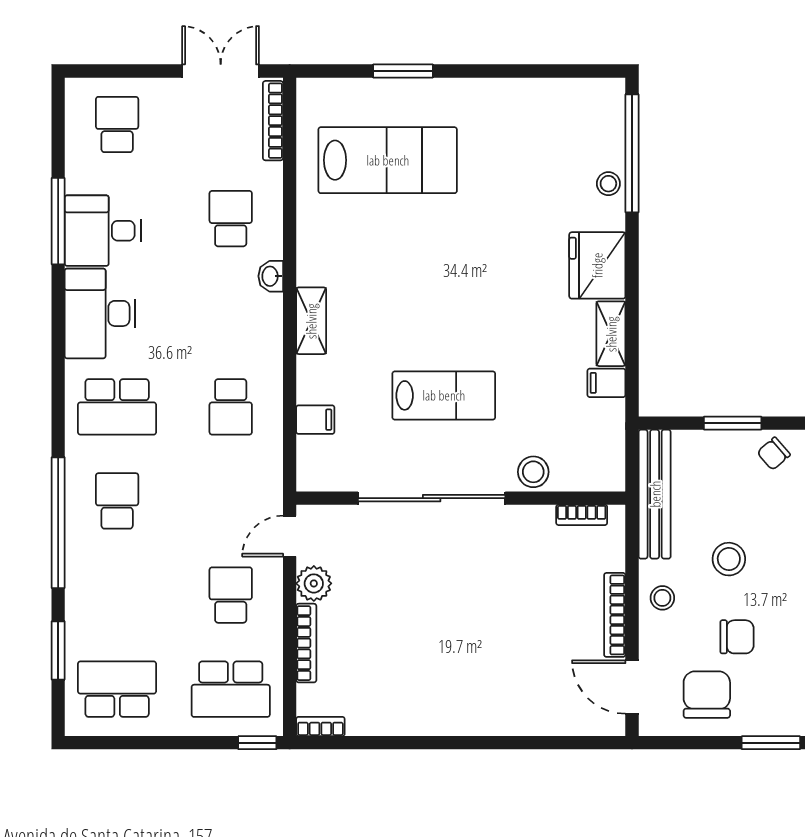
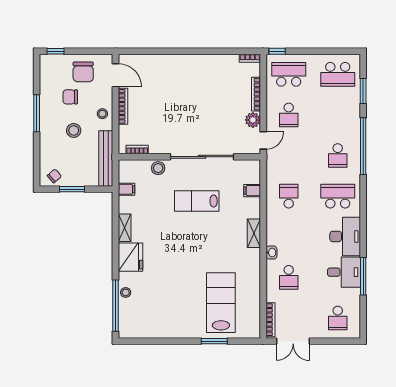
lab bench: (388, 160) -> (221, 303), turned 90
filing cabinet: (606, 383) -> (127, 189), moved
window: (771, 743) -> (56, 51), width x0.67

